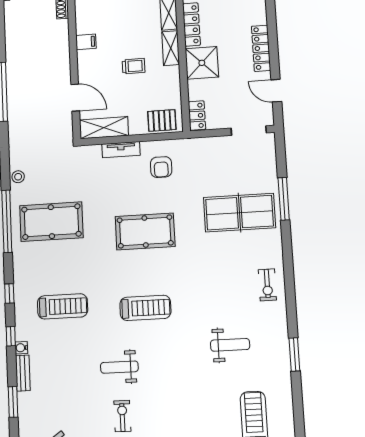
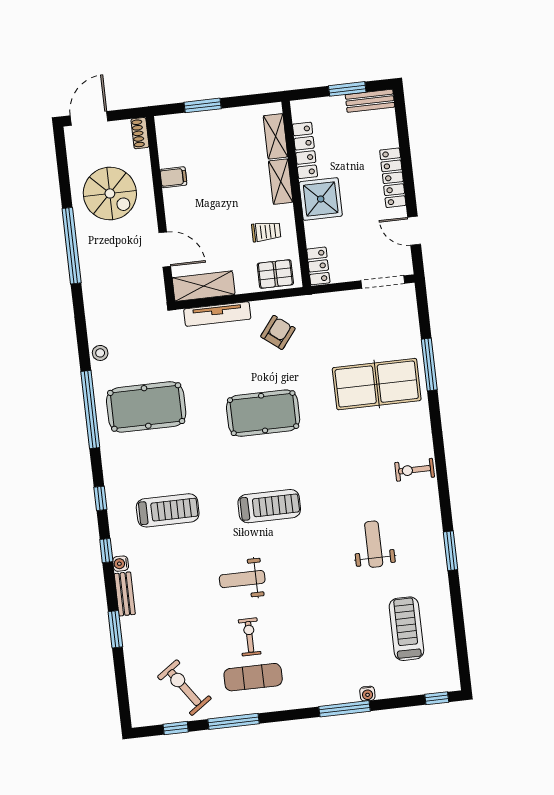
spiral stairs: (35, 53) -> (110, 193), added
trolley: (134, 66) -> (266, 232), moved
tv unit: (121, 150) -> (217, 314), width x1.41
armchair: (161, 167) -> (278, 332), turned -142
exercise bike: (267, 285) -> (415, 470), turned 90
weight bench: (230, 345) -> (374, 544), turned -90

